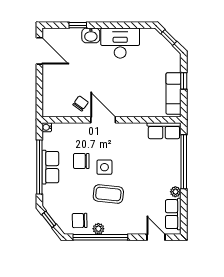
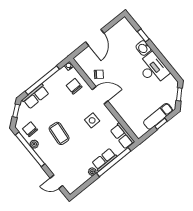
door: (39, 51) -> (95, 38), moved
exam couch: (174, 93) -> (158, 116), moved
door: (103, 120) -> (100, 95), hinge flipped
chair: (81, 161) -> (74, 86), moved
row of seats: (50, 167) -> (36, 96), moved
side table: (104, 167) -> (92, 120), moved
row of seats: (173, 214) -> (104, 160), moved
door: (156, 237) -> (56, 182), swing flipped

